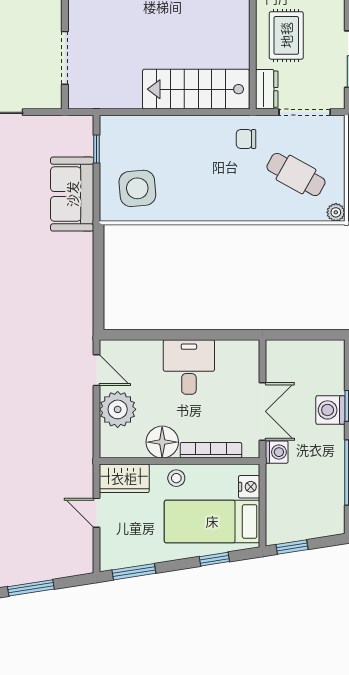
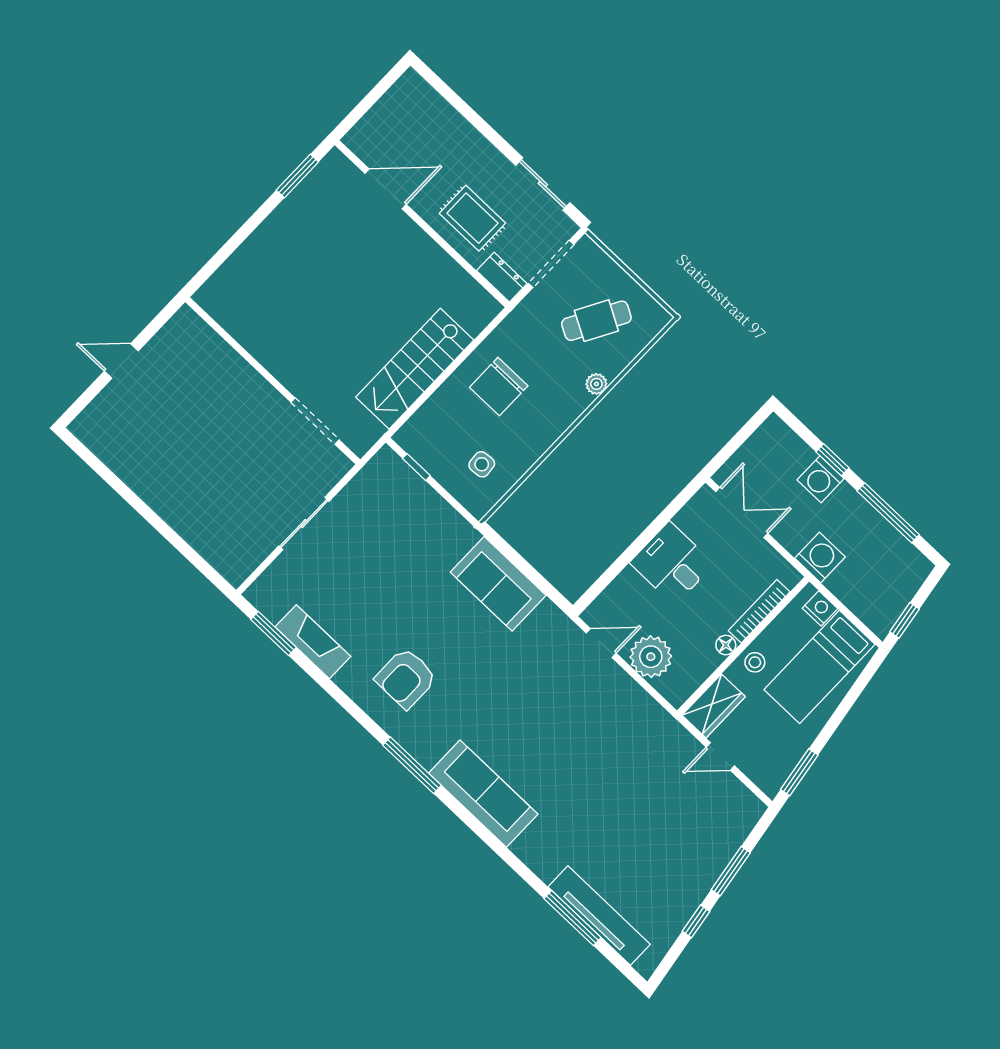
stairs: (196, 89) -> (415, 369), moved
chair: (246, 139) -> (499, 387), moved, width x1.87, depth x1.87
side table: (137, 188) -> (482, 464), width x0.54, depth x0.54
sofa: (72, 194) -> (498, 584), moved
plant: (336, 212) -> (596, 384), moved
double door: (262, 411) -> (742, 513), moved
floor lamp: (162, 442) -> (726, 645), width x0.53, depth x0.53
washing machine: (277, 452) -> (820, 558), width x1.38, depth x1.38
window: (214, 559) -> (853, 695), removed

